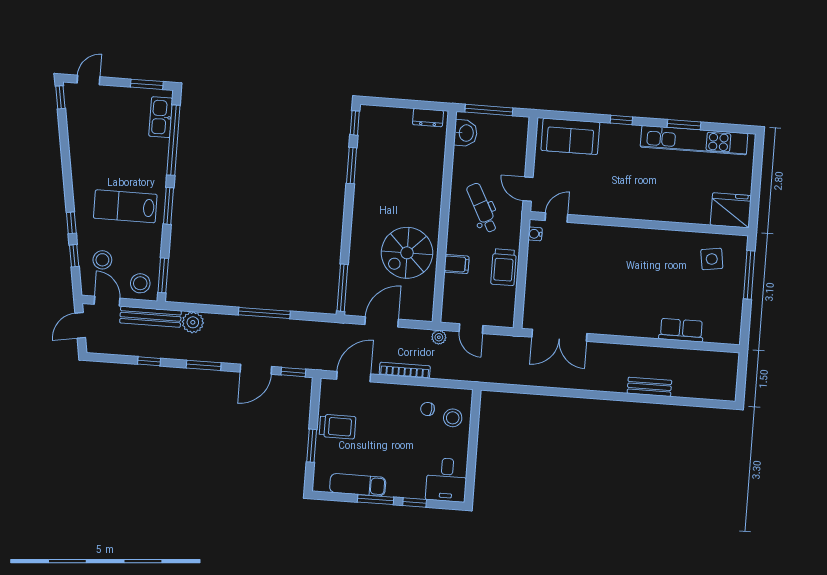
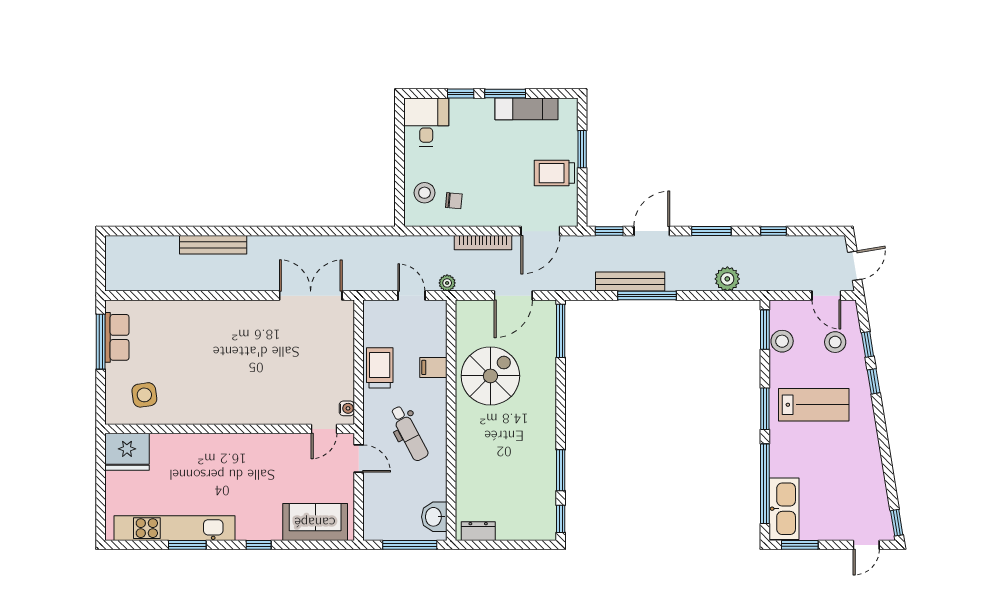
kitchen sink: (161, 117) -> (784, 509), width x1.36, depth x1.24
window: (749, 275) -> (101, 342), moved
stool: (140, 283) -> (782, 341), moved
bench: (151, 317) -> (630, 282), moved
row of seats: (681, 330) -> (117, 337), moved, turned -90
bench: (649, 387) -> (213, 245), width x1.36

